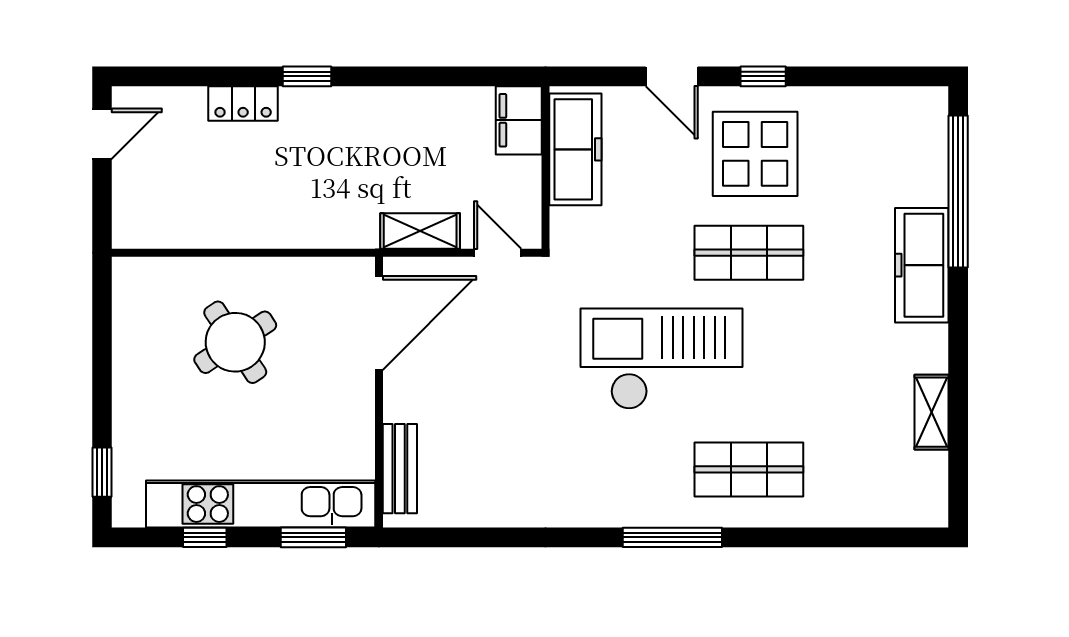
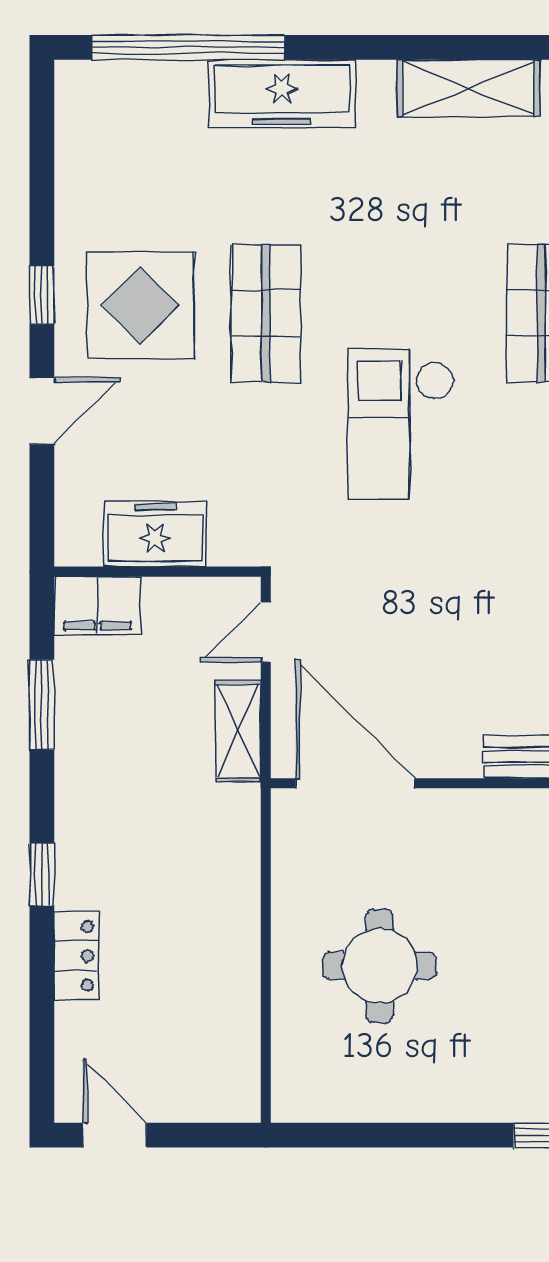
window: (441, 76) -> (42, 705), added
freezer: (575, 149) -> (155, 534), width x0.71
round table: (235, 342) -> (380, 966), turned 33
checkout: (661, 359) -> (401, 424), width x0.73, depth x0.83
shelving: (932, 412) -> (468, 88), width x1.50, depth x1.33

